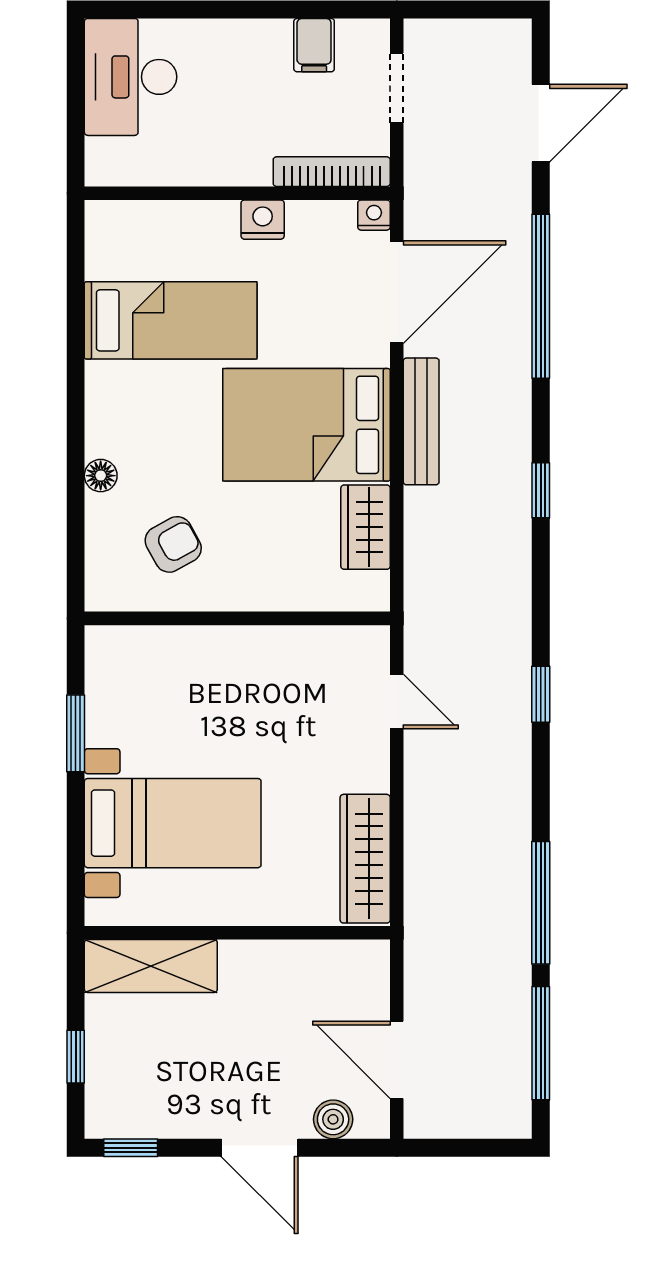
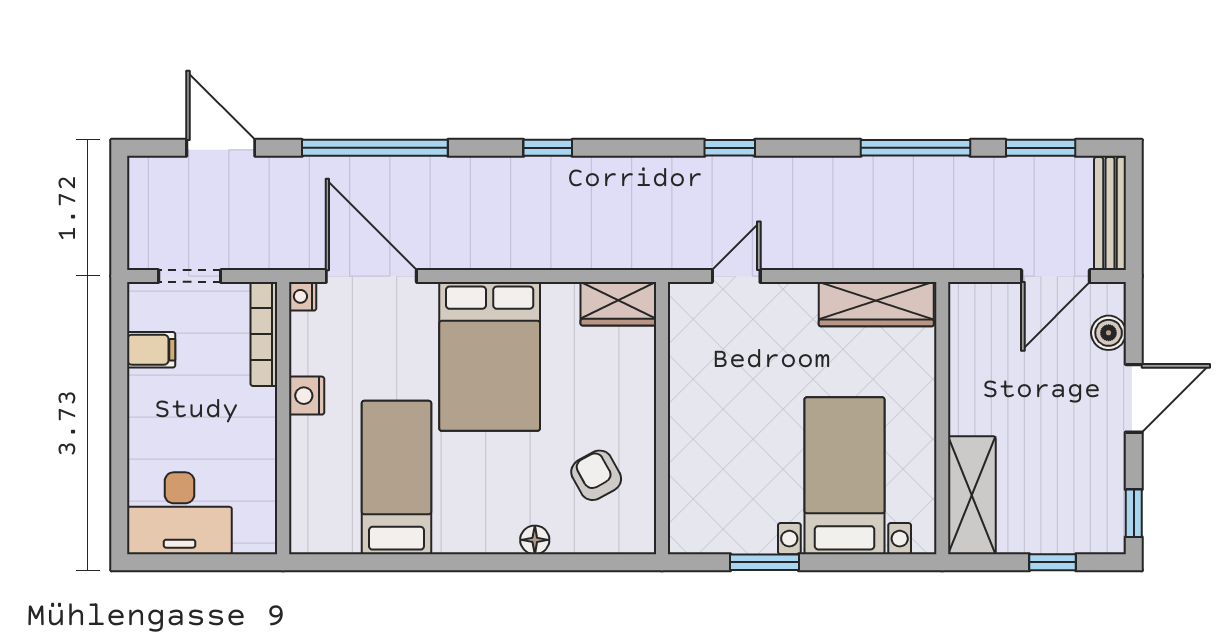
bench: (421, 421) -> (1110, 214), moved, turned 90
wardrobe: (366, 527) -> (618, 304), moved
window: (541, 1043) -> (1041, 148), width x0.69

